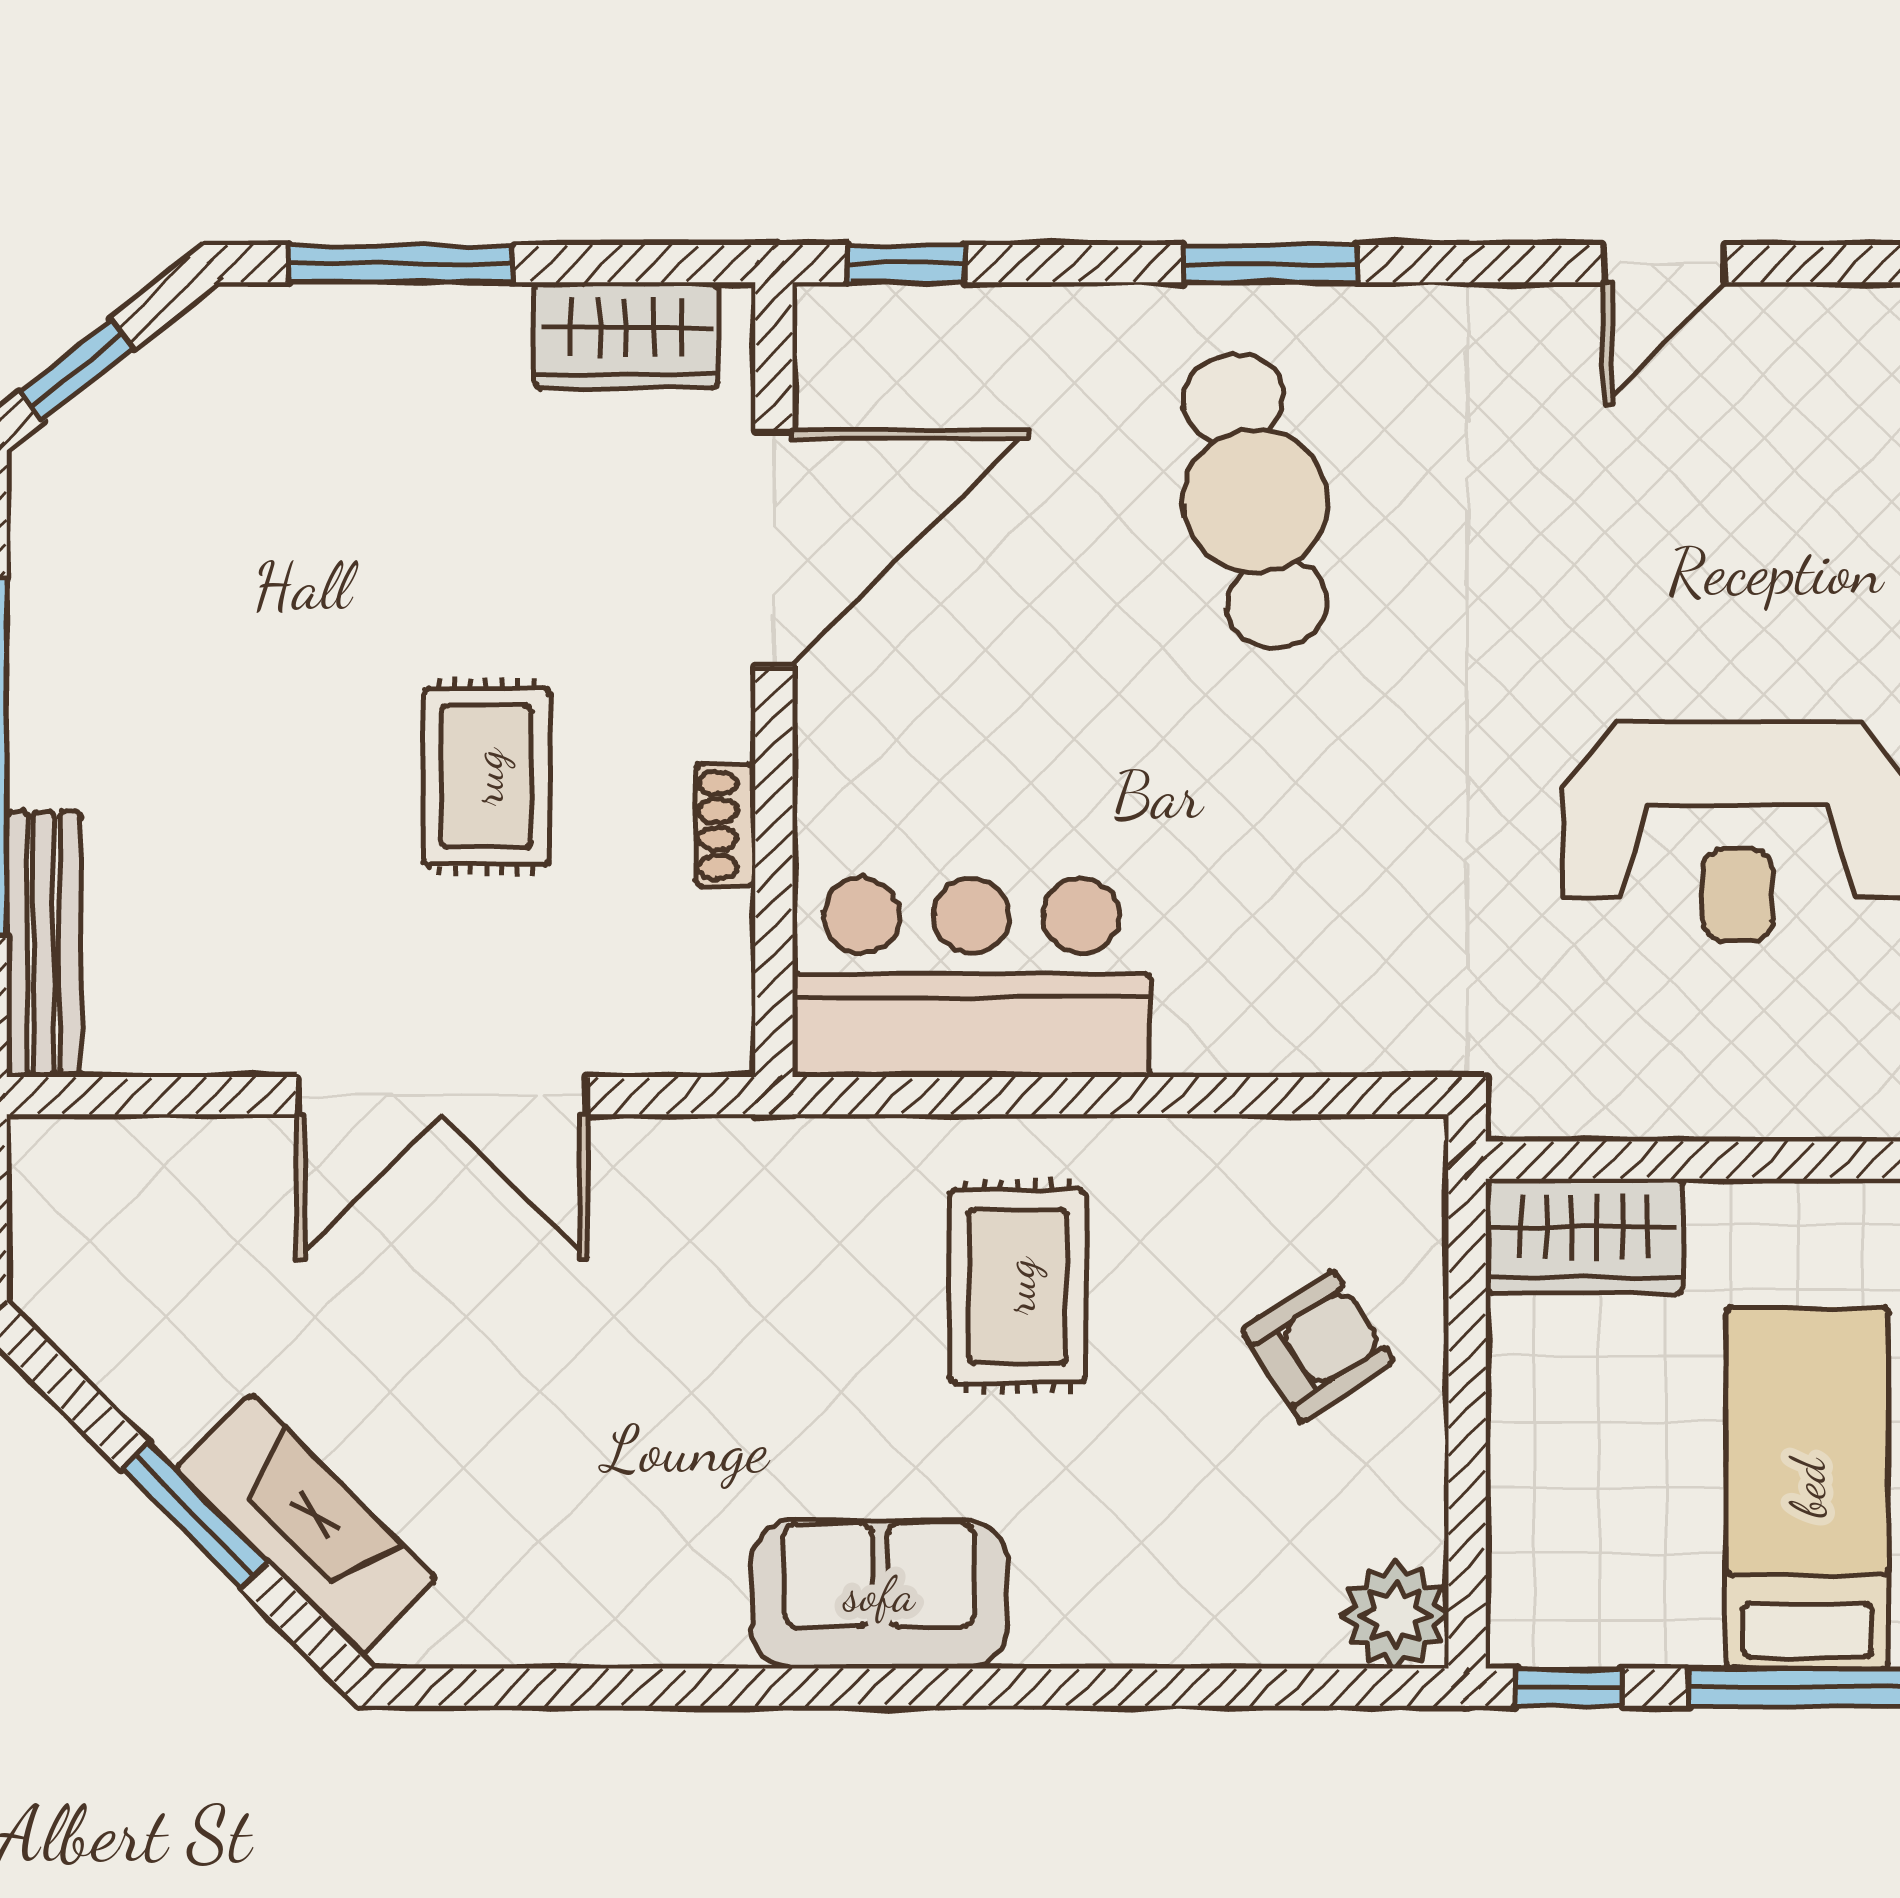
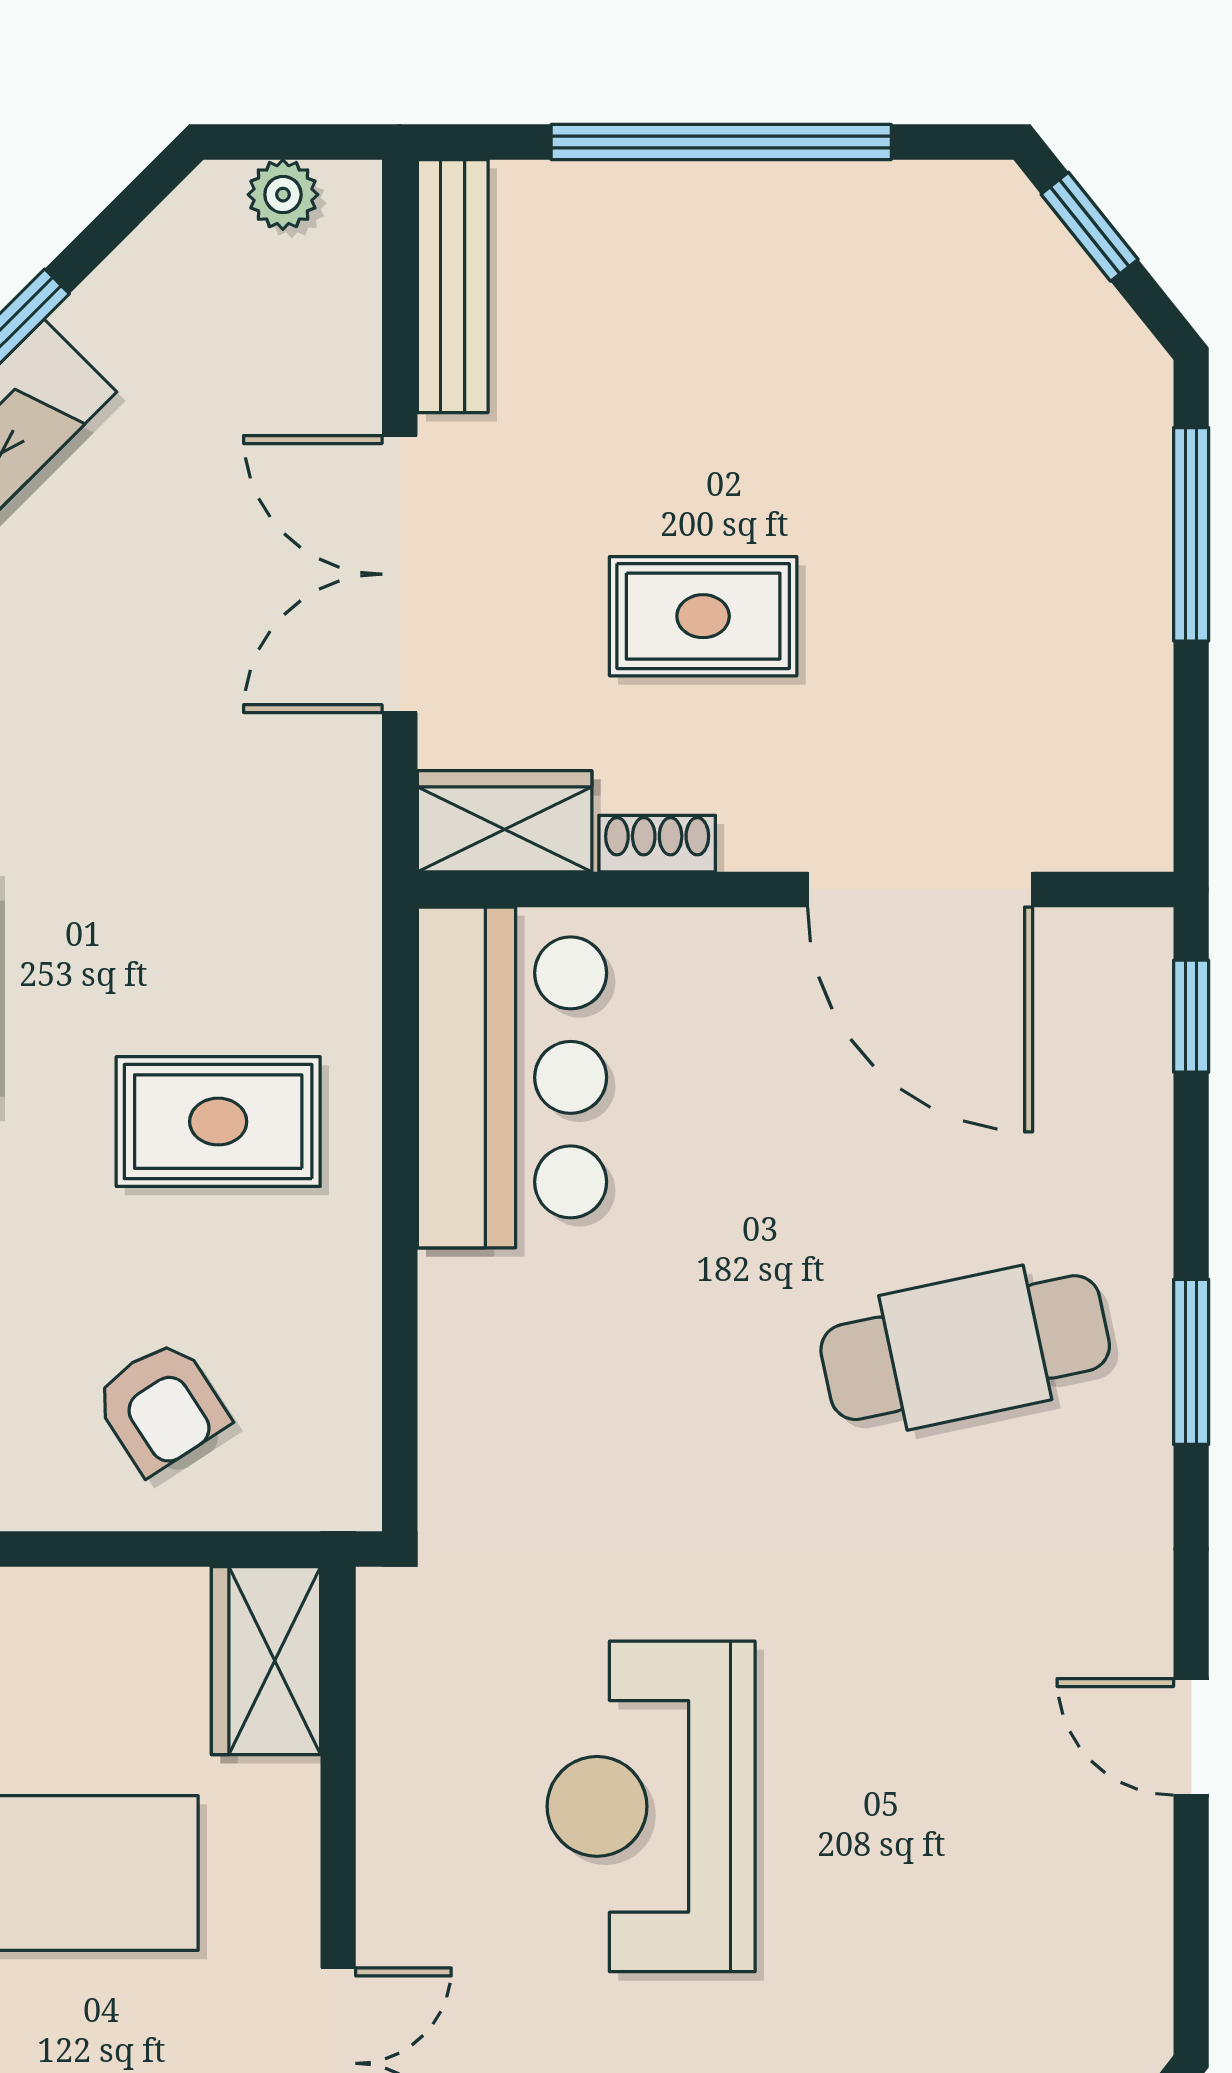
wardrobe: (626, 335) -> (505, 821), moved, turned 90
bench: (44, 944) -> (453, 286), moved, turned 90
plant: (43, 1218) -> (283, 195), added

